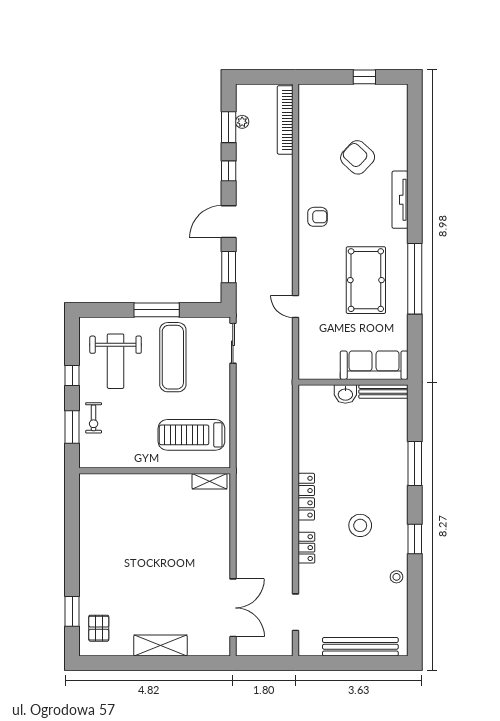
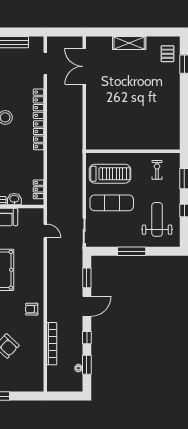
bookcase: (285, 120) -> (52, 344), moved
door: (296, 306) -> (45, 231), moved
exercise mat: (173, 357) -> (112, 203), moved, turned 90
locker: (306, 410) -> (39, 189), added
exercise bike: (94, 418) -> (157, 170), moved
shelving: (210, 481) -> (99, 145), removed
locker: (306, 548) -> (39, 104), width x1.53

